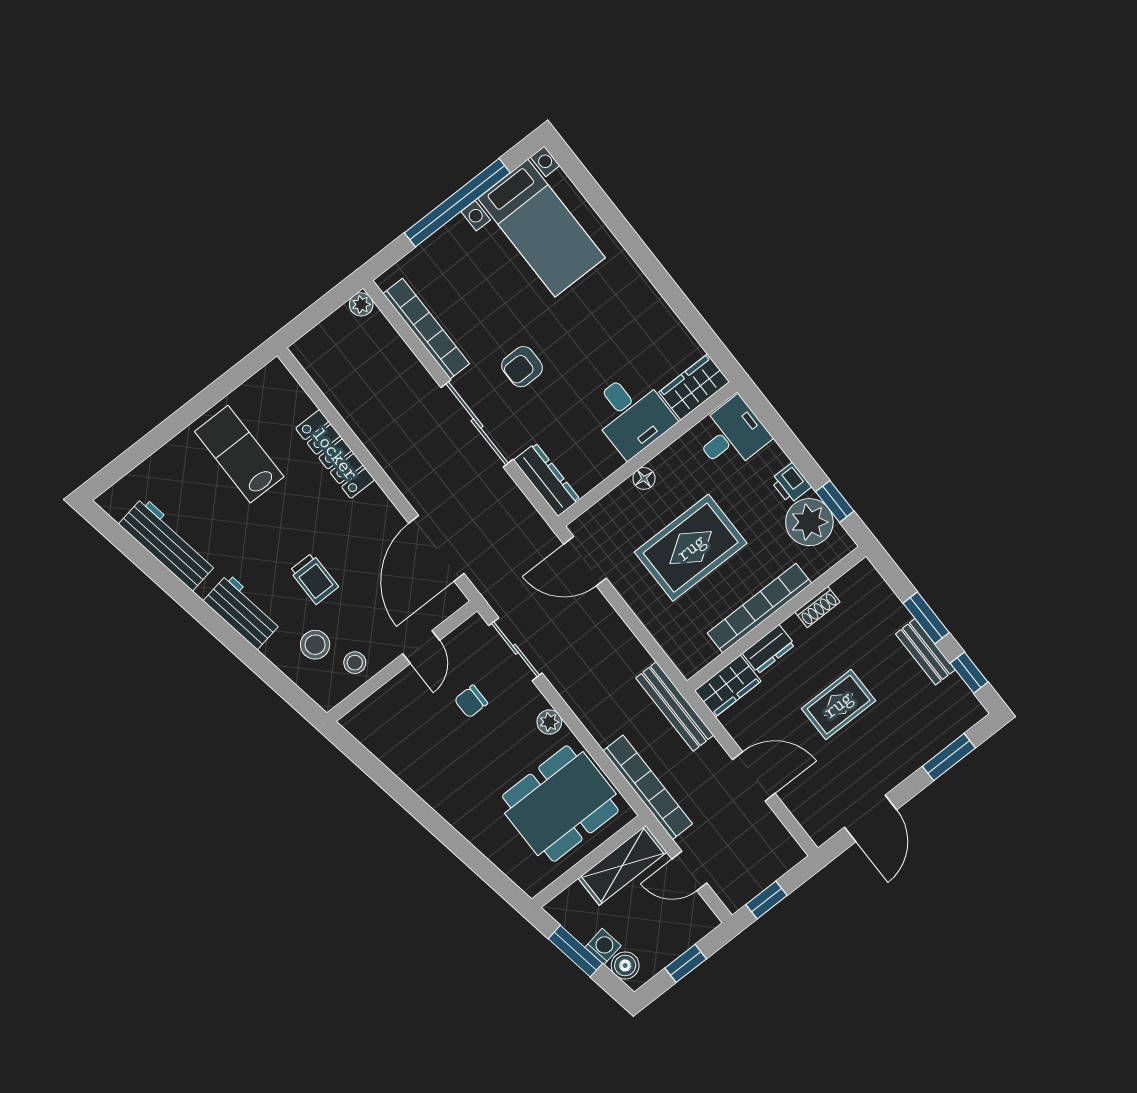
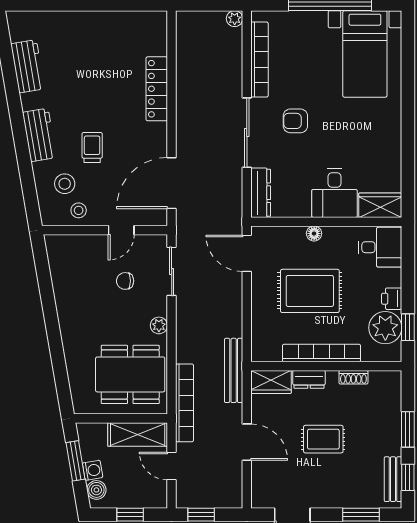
lab bench: (239, 454) -> (105, 48), removed
workbench: (168, 544) -> (28, 66), width x0.73
trolley: (314, 579) -> (92, 147), turned 180
bench: (925, 652) -> (393, 479), moved

